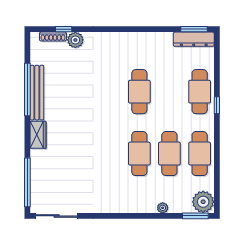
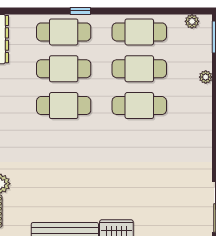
cafe table: (169, 92) -> (64, 69), added
plant: (203, 202) -> (192, 21), width x0.53, depth x0.53

